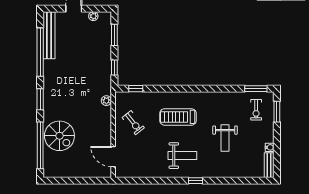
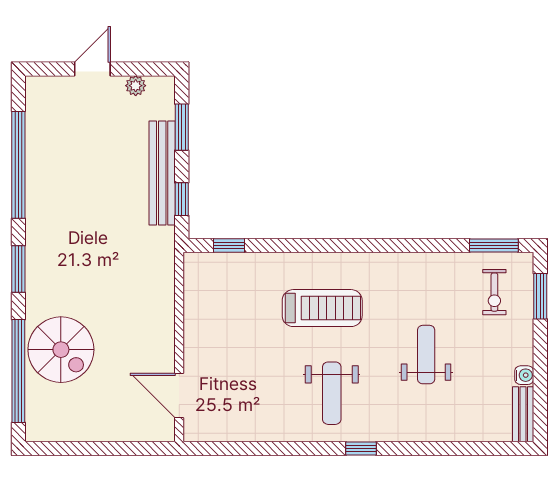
bench: (49, 35) -> (162, 173), moved
plant: (106, 101) -> (164, 272), removed
treadmill: (178, 117) -> (322, 308), turned 180
exercise bike: (133, 123) -> (224, 321), removed
weight bench: (225, 138) -> (426, 355), turned 180
weight bench: (182, 156) -> (332, 393), turned 90

